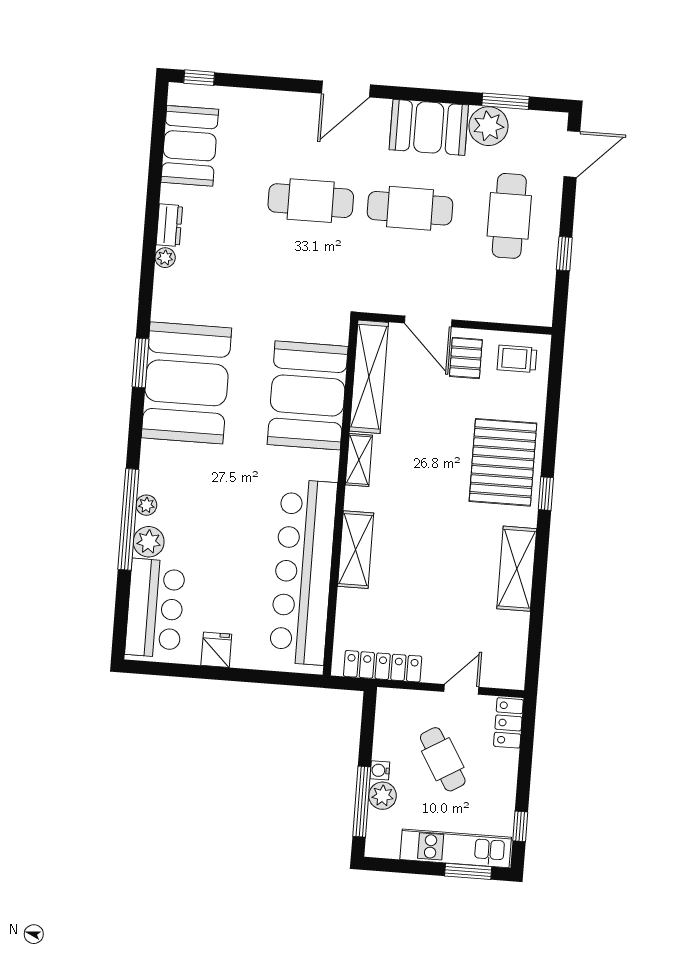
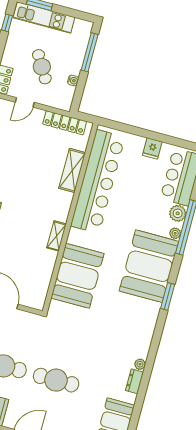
window: (140, 363) -> (168, 296), moved
shelving: (369, 377) -> (43, 280), removed
booth: (186, 383) -> (149, 266), moved
shelving: (356, 550) -> (72, 170), moved
water cooler: (380, 770) -> (73, 80), moved
plant: (383, 796) -> (78, 53), removed

